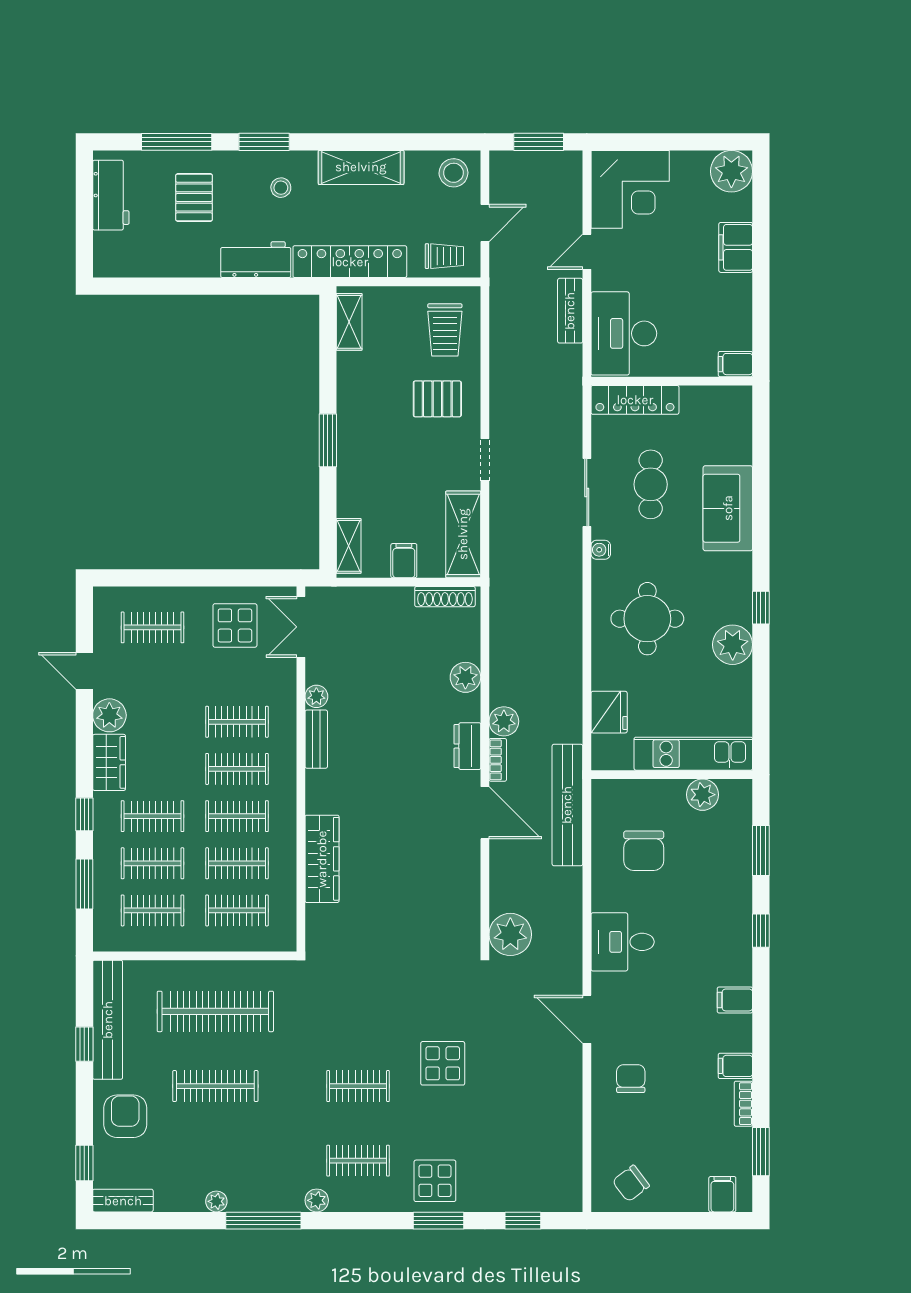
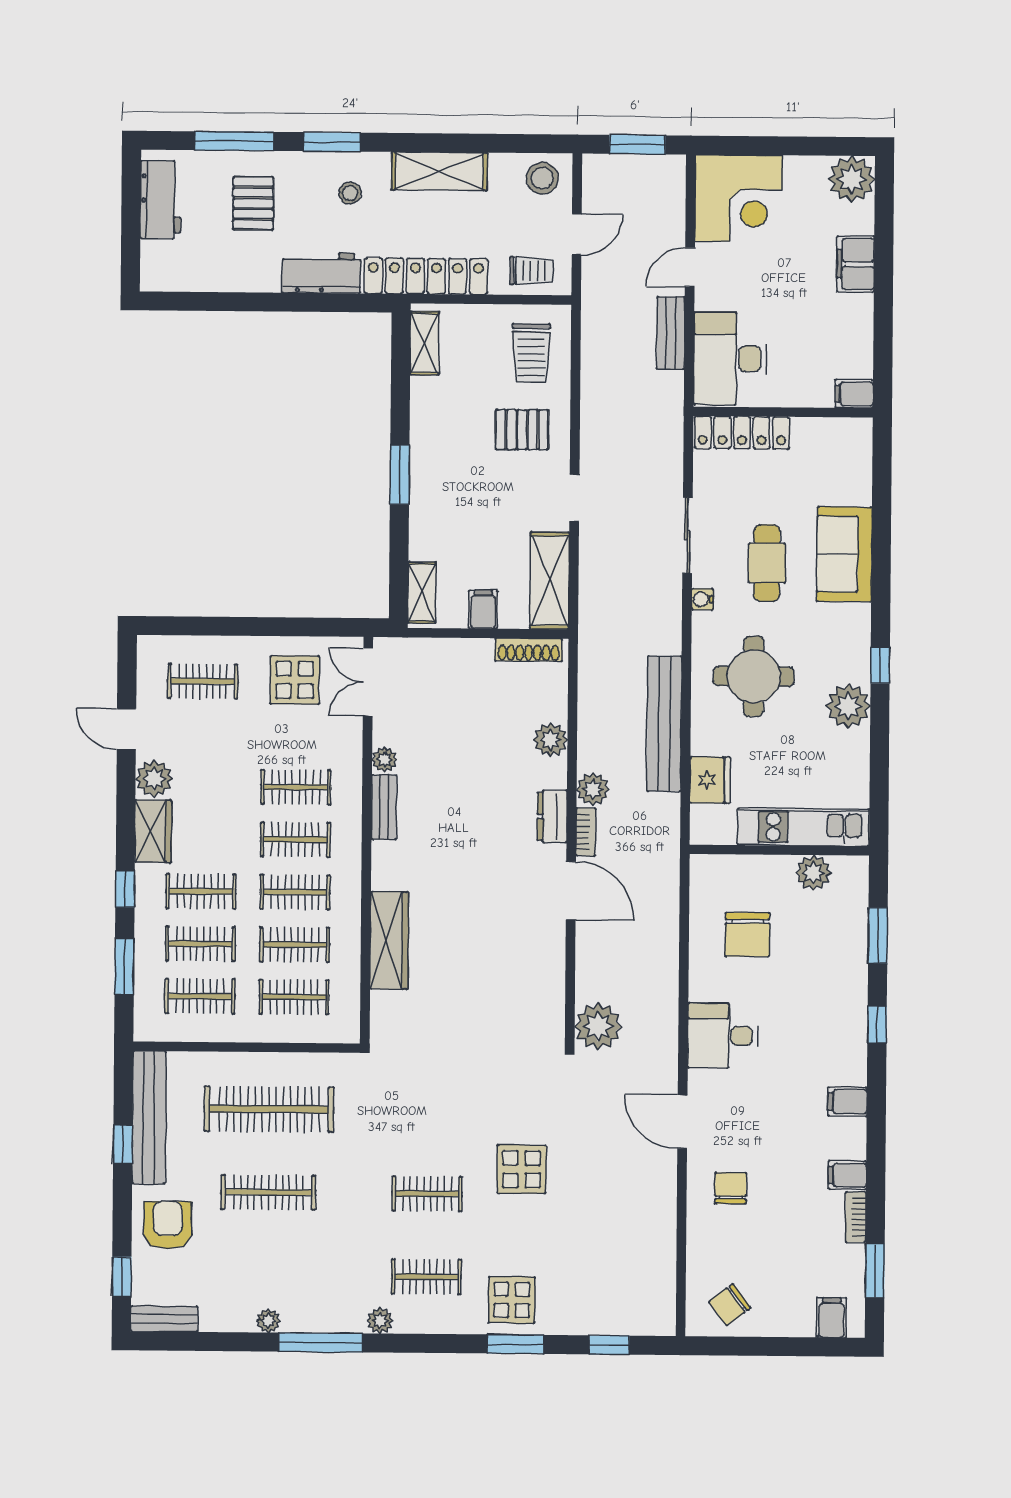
cafe table: (651, 484) -> (767, 563), moved
bench: (567, 805) -> (664, 724), moved

